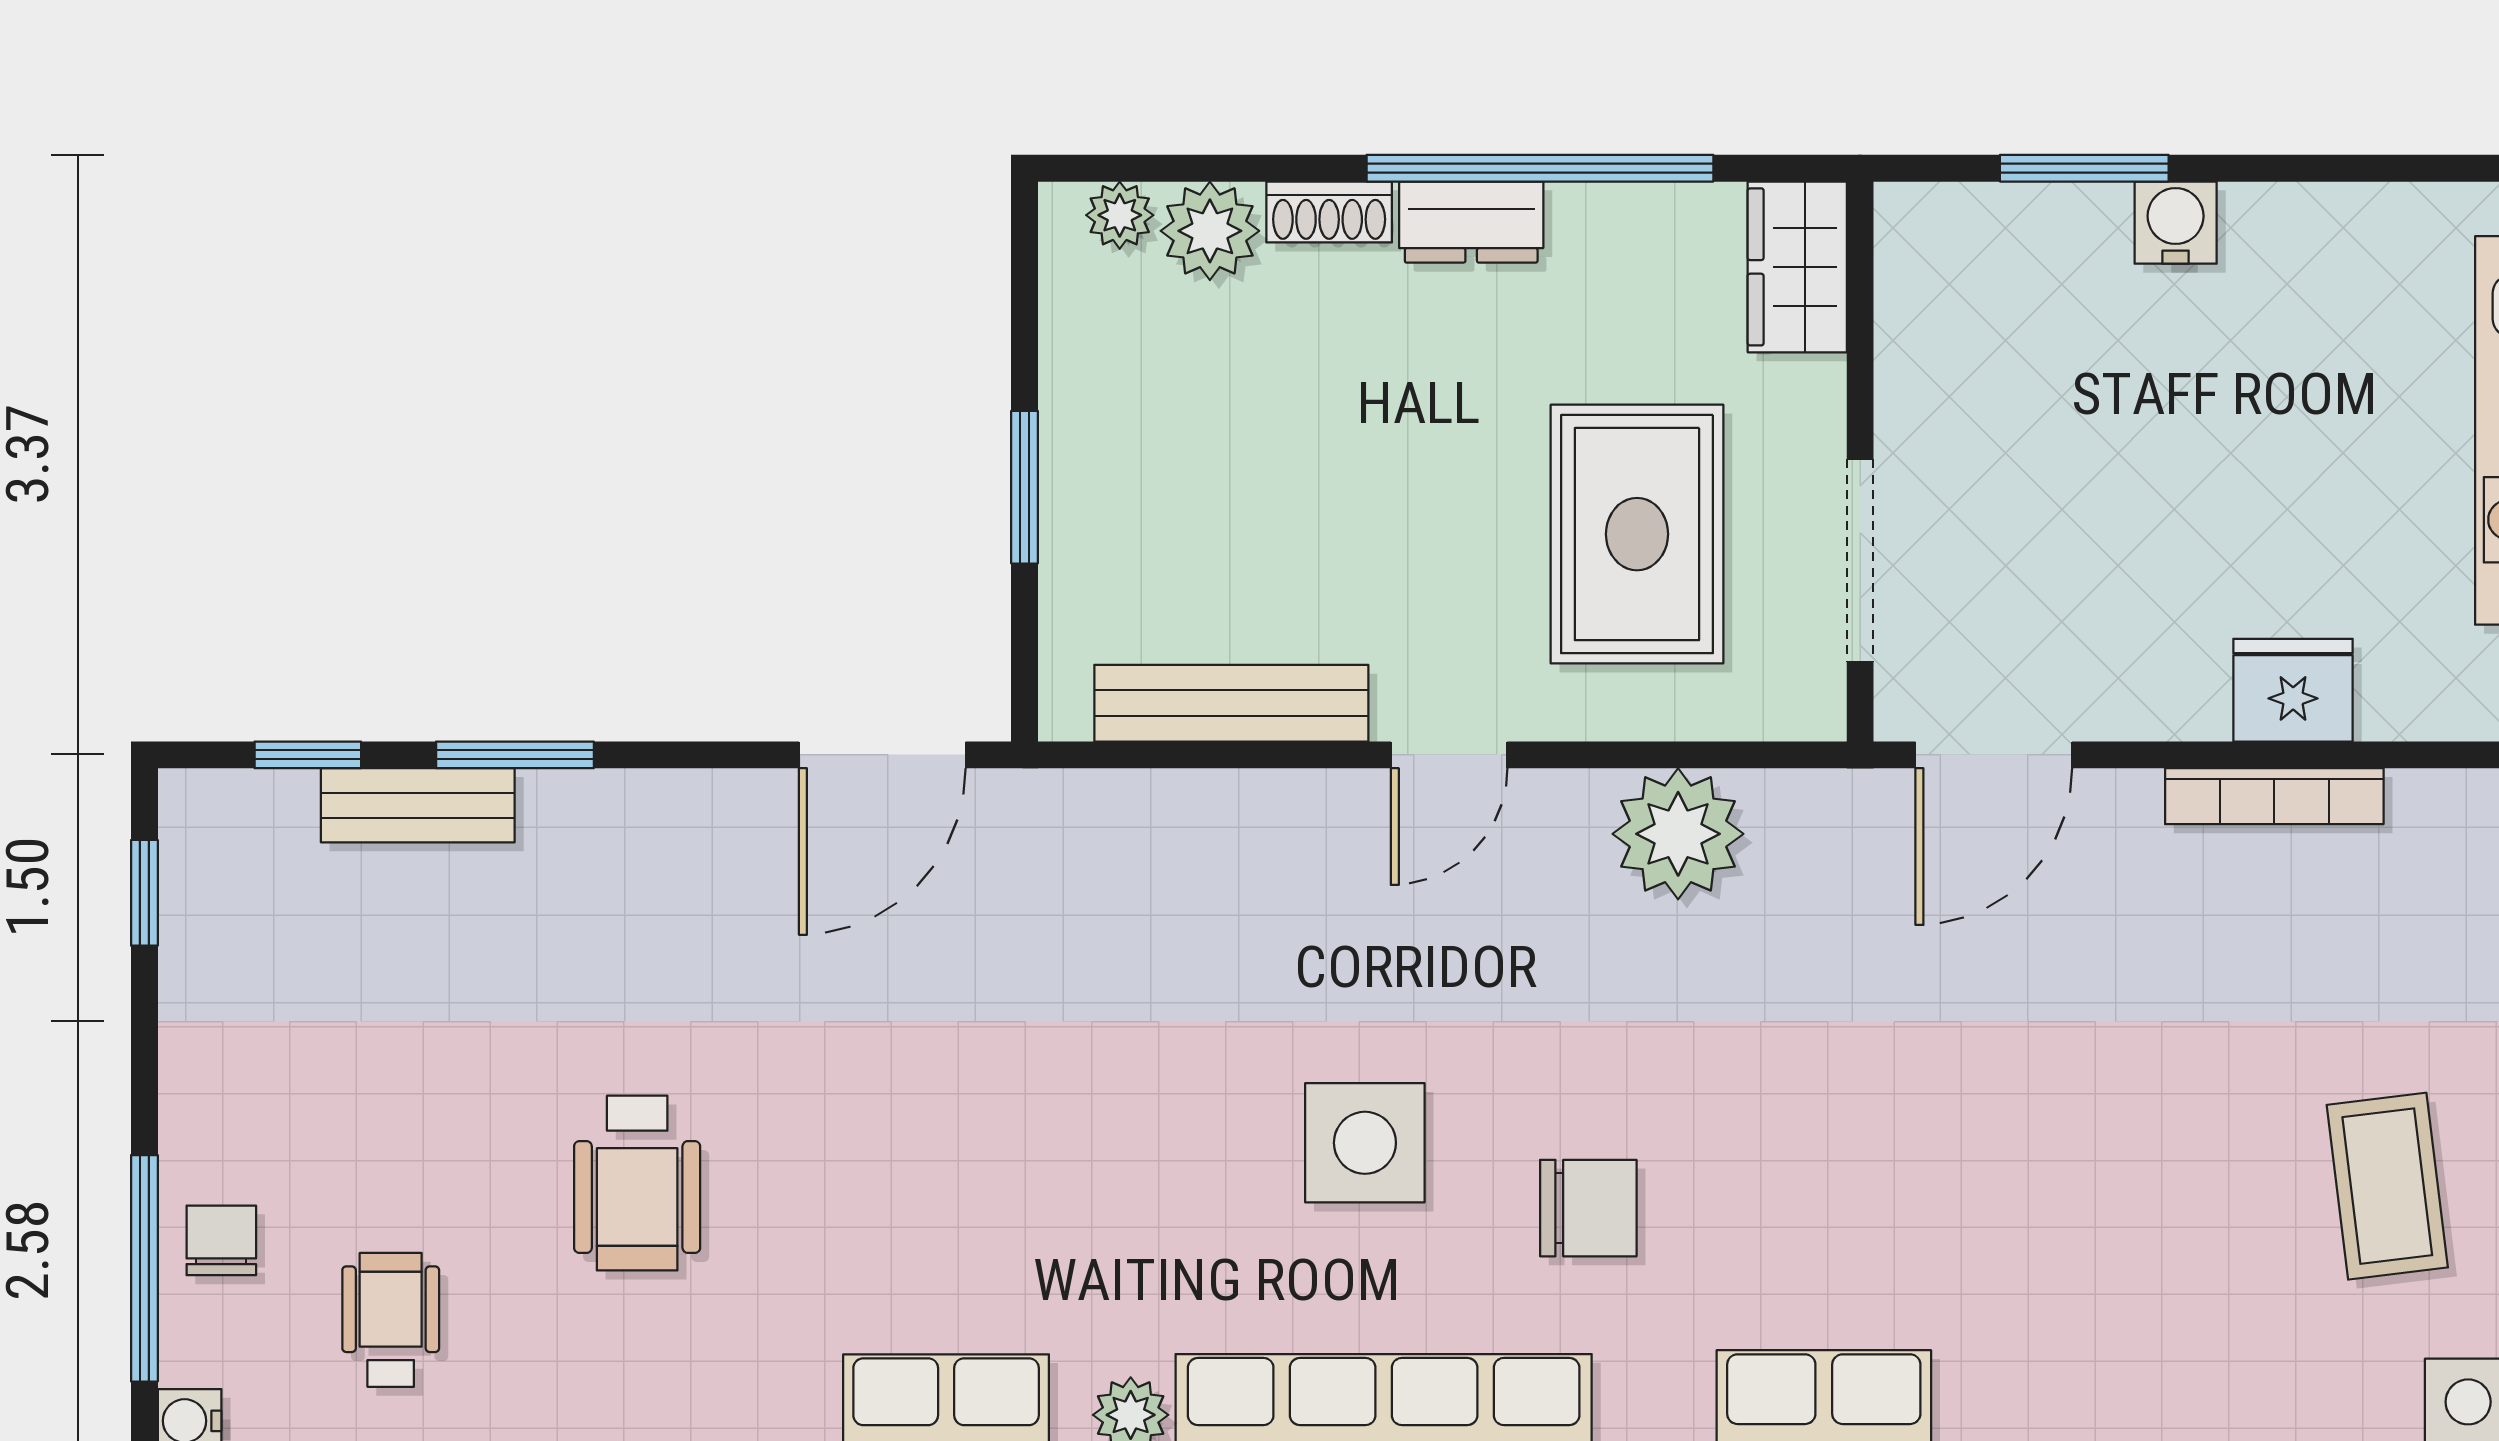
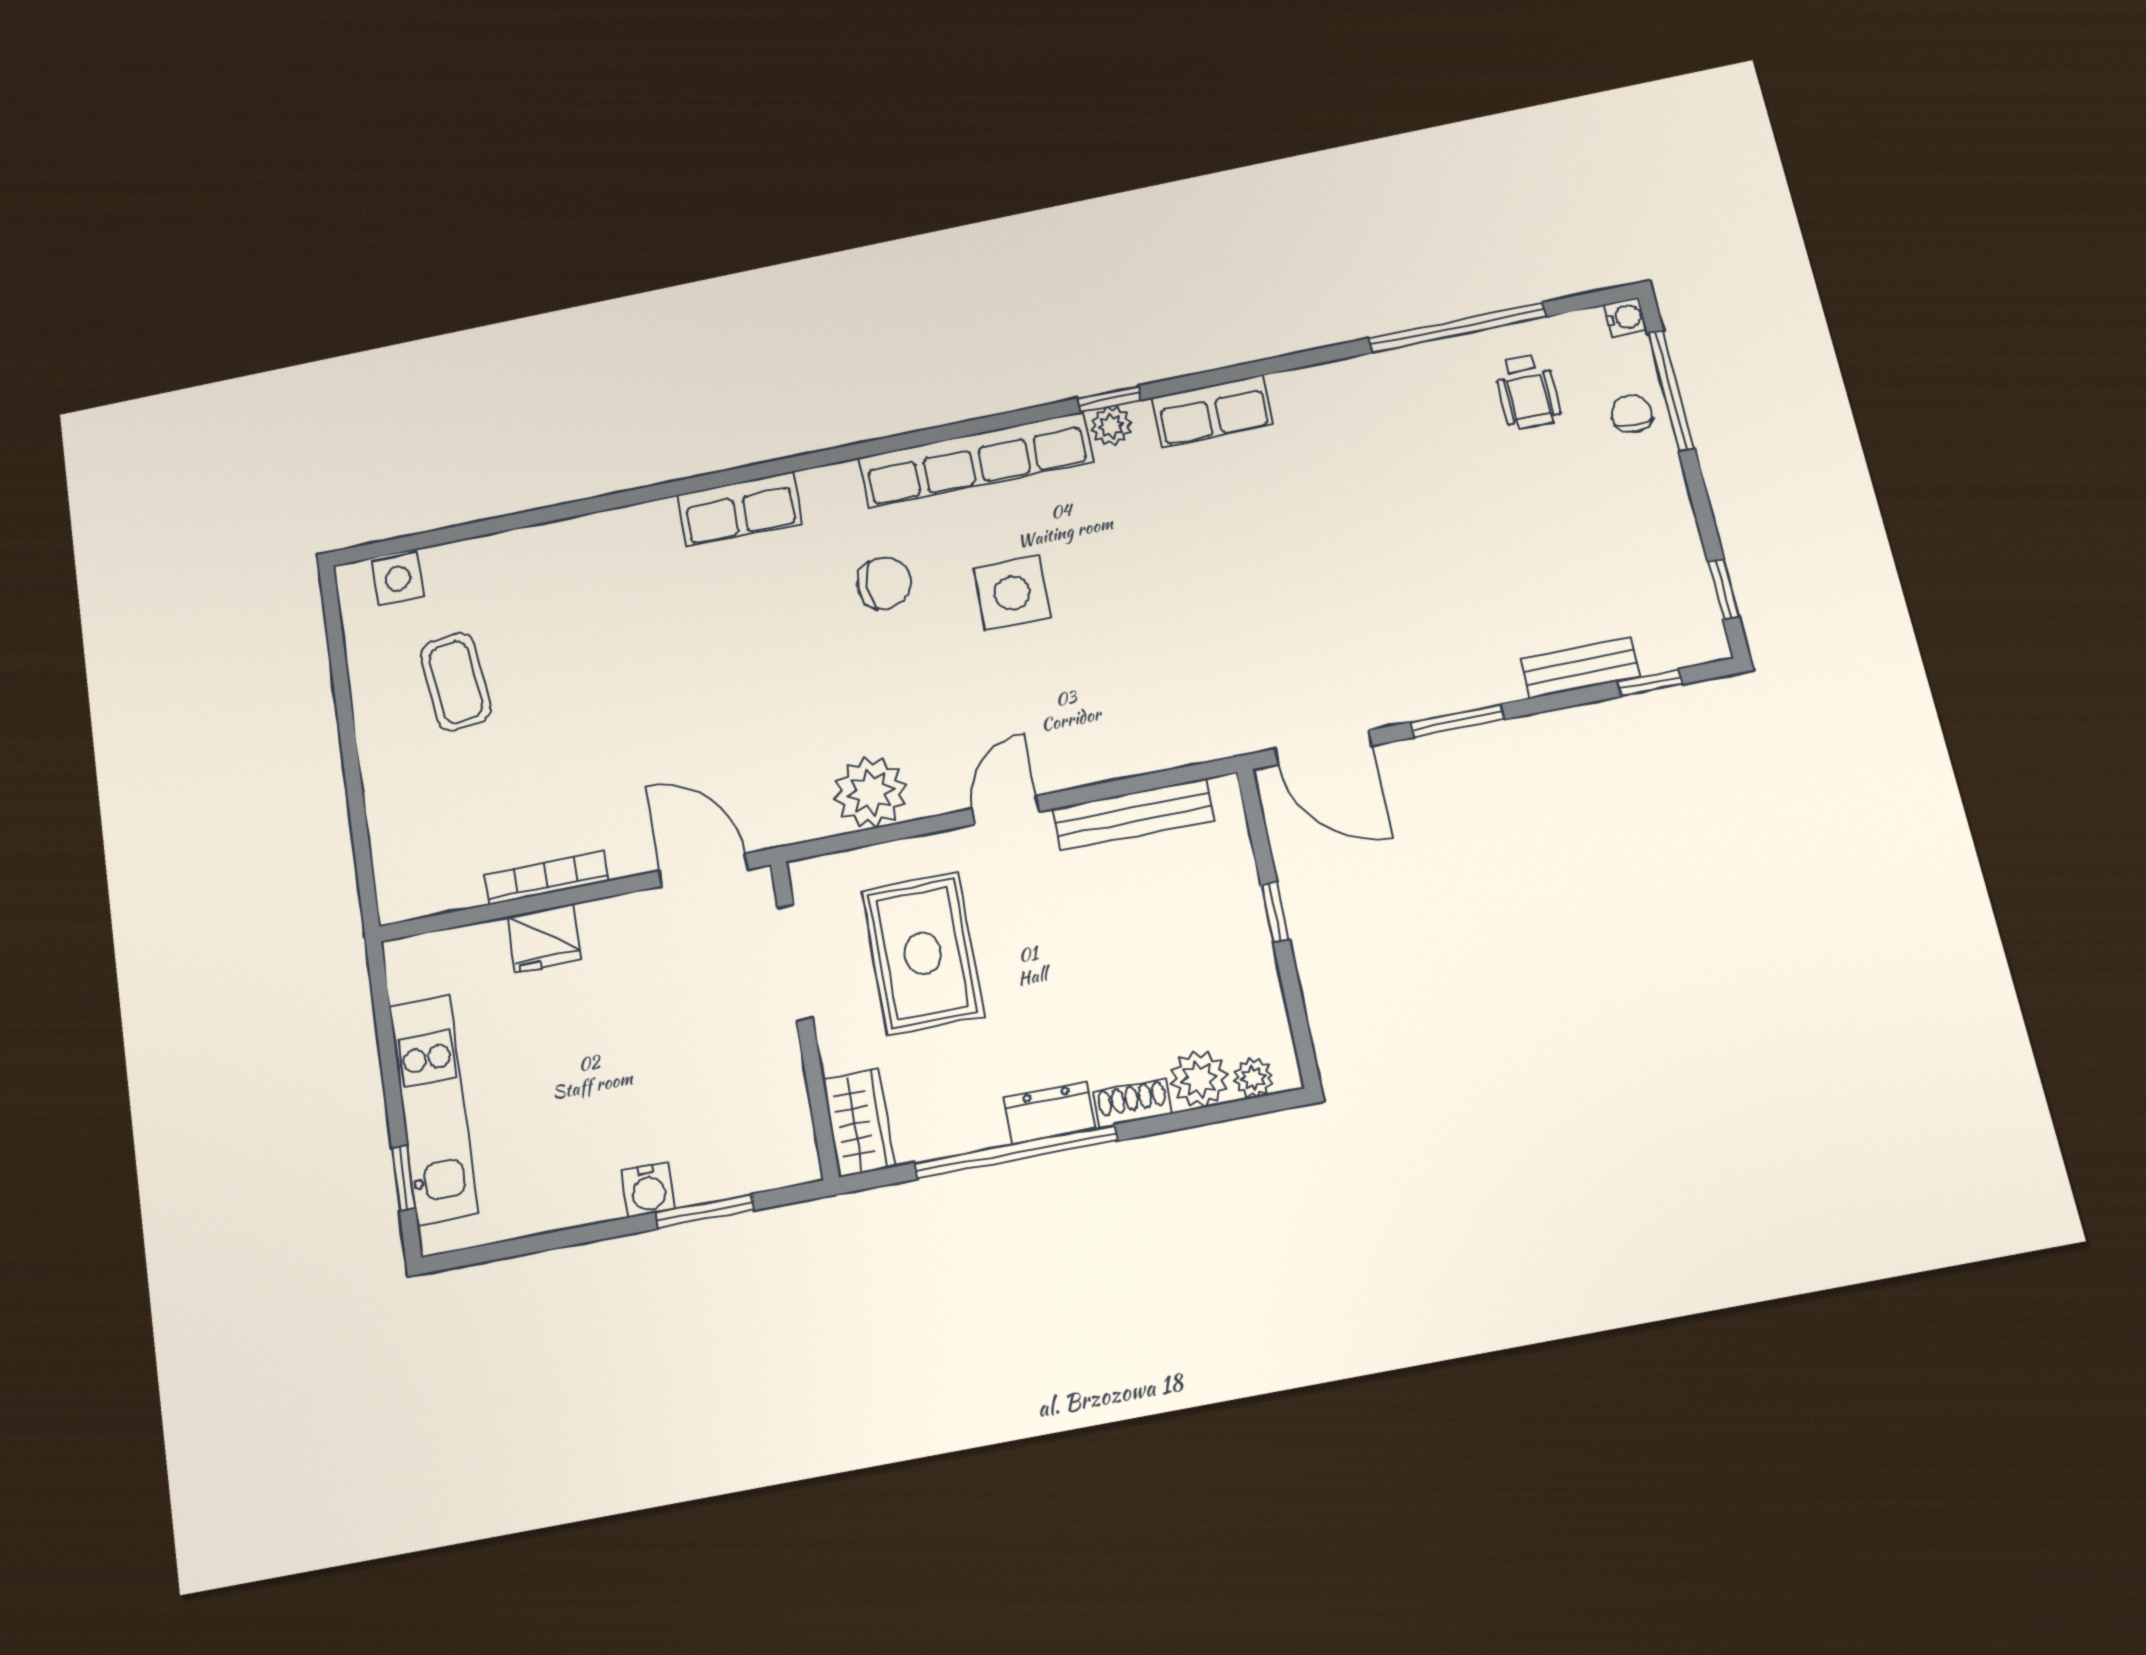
window: (1024, 487) -> (1275, 912), width x0.67
window: (515, 755) -> (1457, 721), moved
door: (882, 755) -> (1323, 747), swing flipped
door: (1994, 755) -> (703, 870), hinge flipped
wheelchair: (637, 1183) -> (1408, 491), removed
chair: (1588, 1208) -> (884, 583), turned 180
chair: (221, 1240) -> (1632, 414), turned 180

